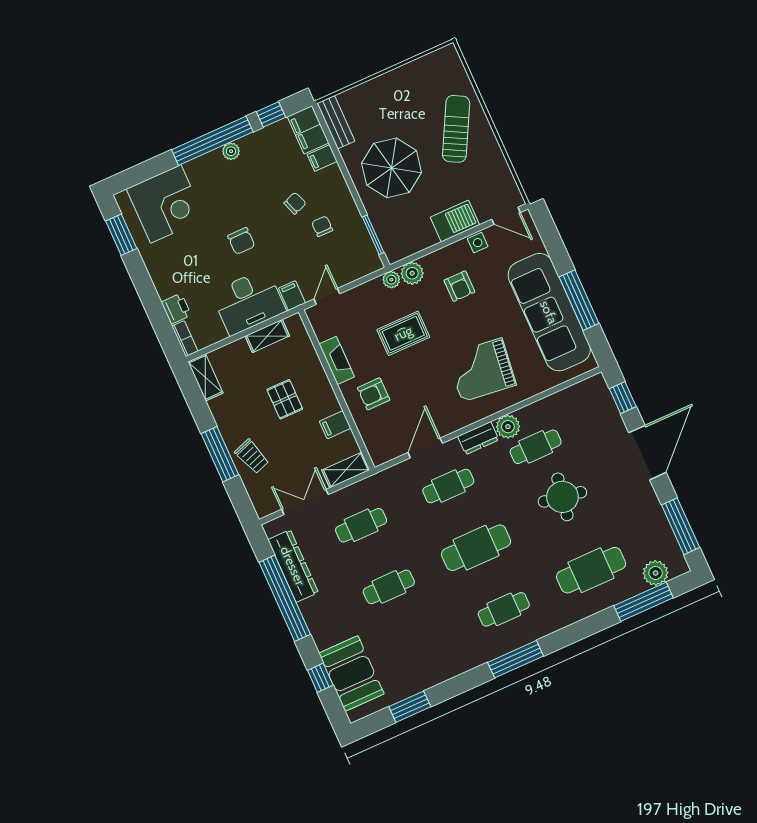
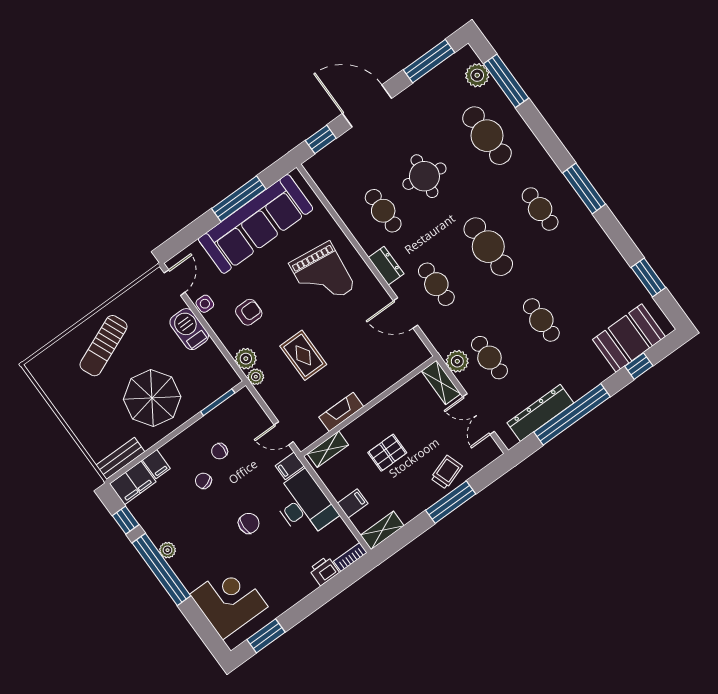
sun lounger: (456, 129) -> (104, 346), turned -51
shelving: (267, 336) -> (328, 449), moved, turned 90
armchair: (374, 394) -> (365, 371), removed
filing cabinet: (335, 425) -> (353, 503), moved, turned -90
plant: (508, 427) -> (457, 361), moved

